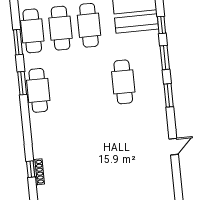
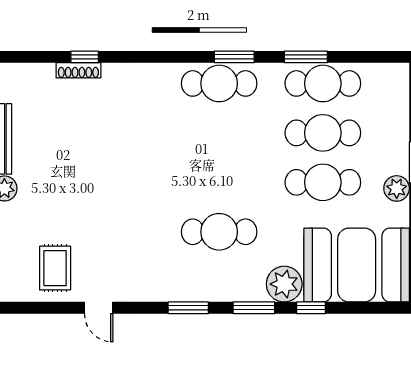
plant: (149, 42) -> (284, 284), added
rug: (153, 174) -> (55, 268), added

